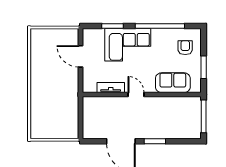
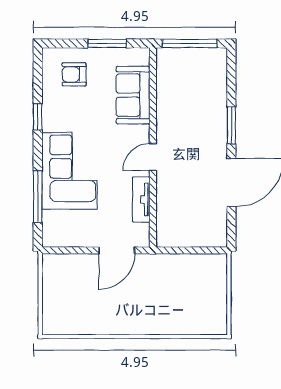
window: (113, 26) -> (38, 196), width x1.44
window: (160, 26) -> (38, 117), width x0.32
door: (80, 56) -> (117, 250), moved

